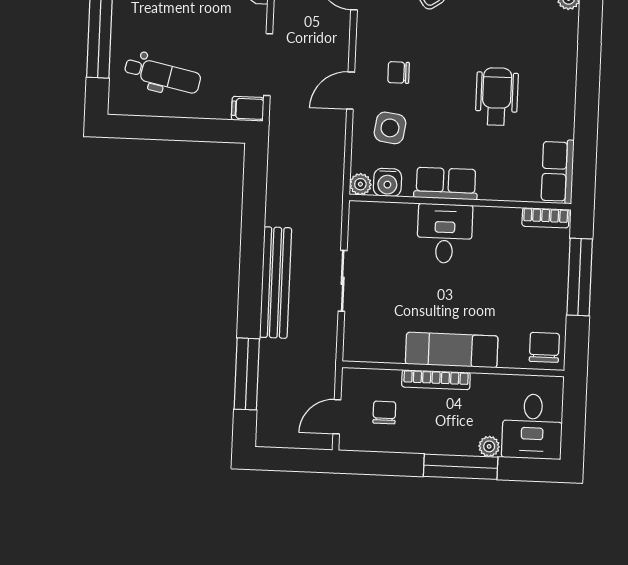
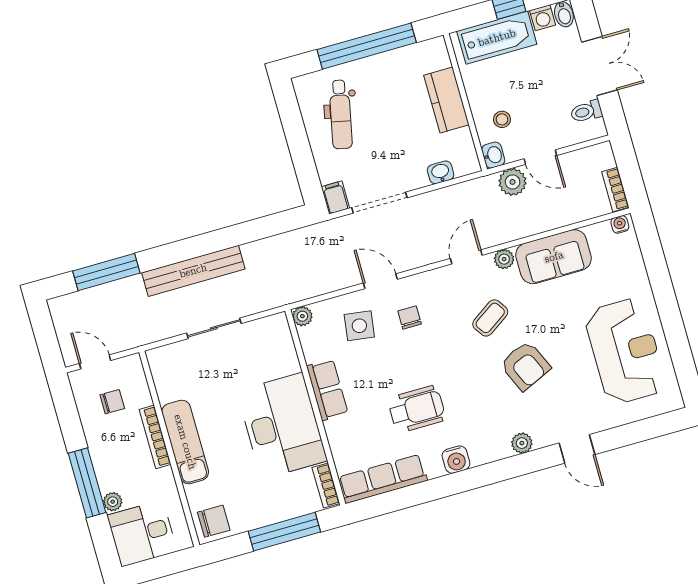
row of seats: (558, 171) -> (383, 479), width x1.48
water cooler: (387, 182) -> (456, 460), moved, turned -90
desk: (445, 234) -> (282, 426), width x1.87, depth x1.30

